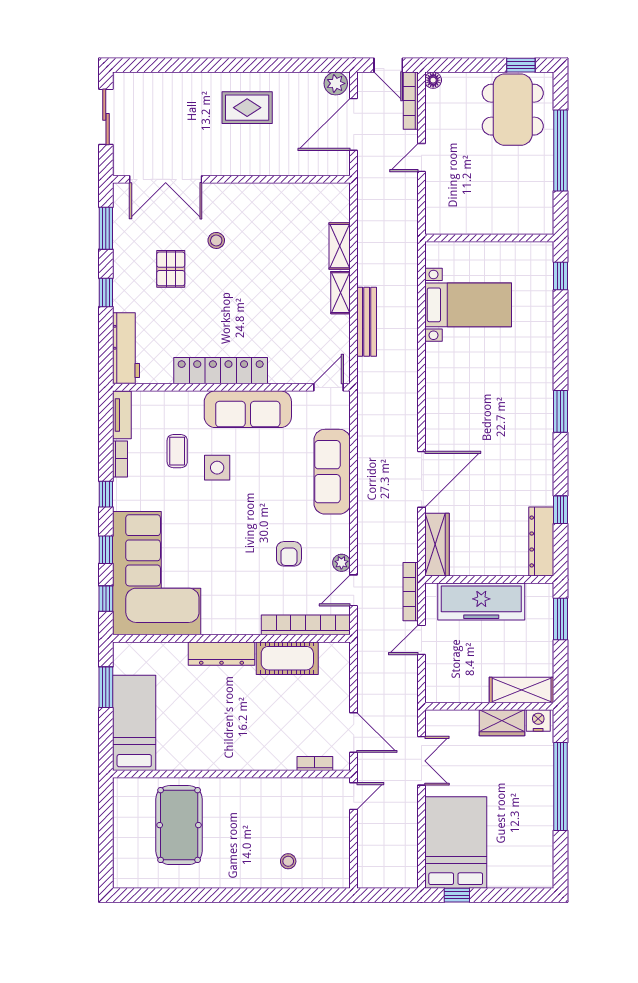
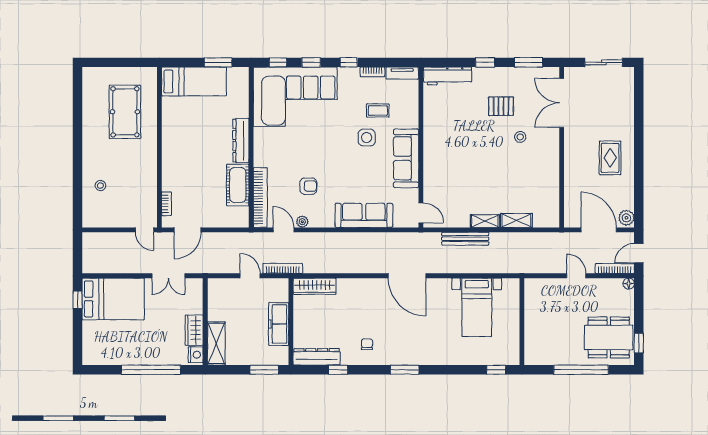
locker: (221, 371) -> (432, 140), removed
chair: (523, 467) -> (367, 344), added
door: (421, 479) -> (407, 276), moved
armchair: (289, 554) -> (308, 186), turned 180
freezer: (481, 602) -> (279, 324), width x0.73, depth x0.79
pool table: (179, 825) -> (125, 112), turned 90

